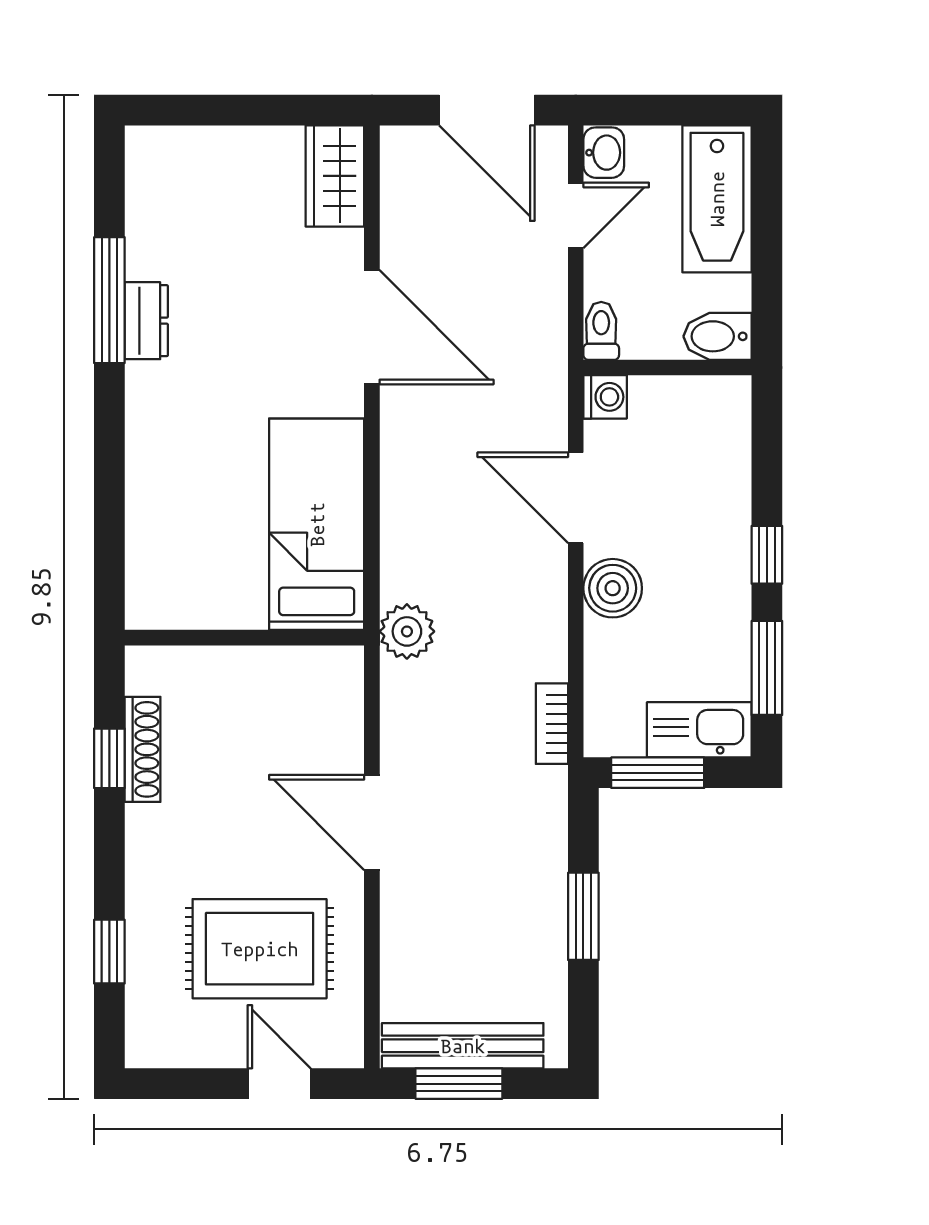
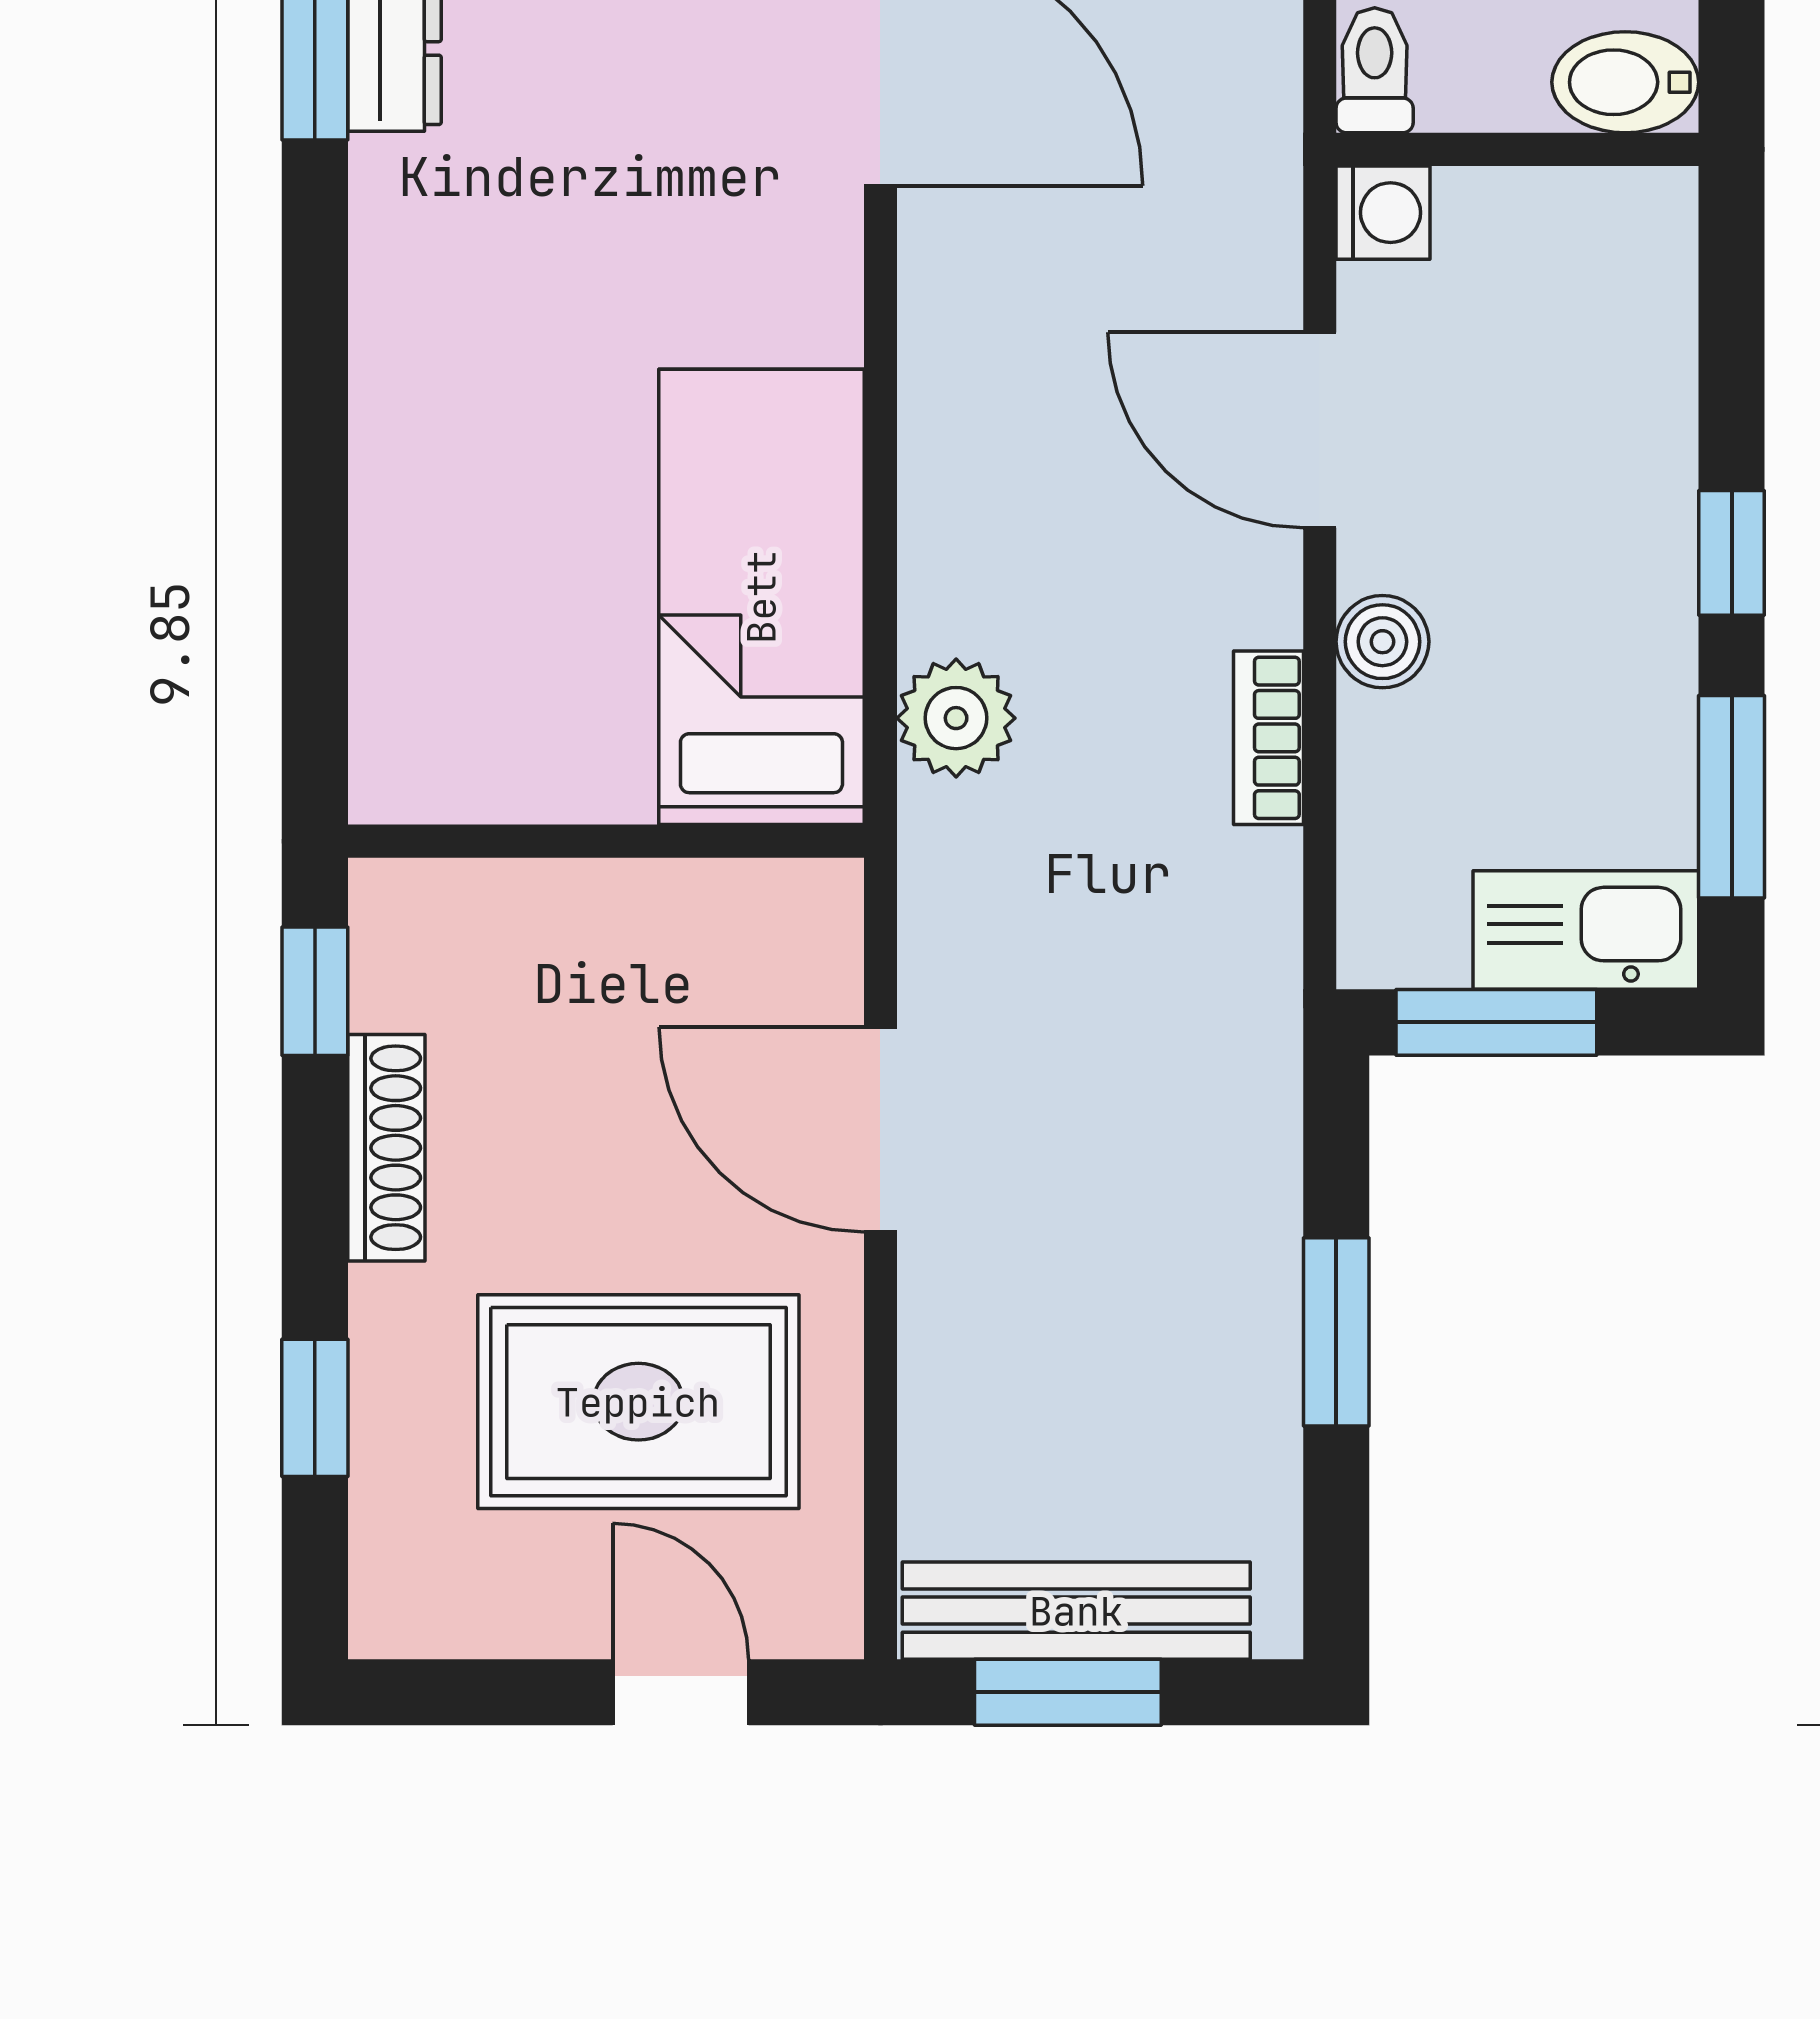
bed: (317, 524) -> (761, 597), moved
boiler: (613, 588) -> (1382, 642), width x0.73, depth x0.73
wall: (244, 638) -> (606, 841), moved
bookcase: (552, 724) -> (1269, 738), moved
shoe rack: (143, 749) -> (386, 1148), moved

